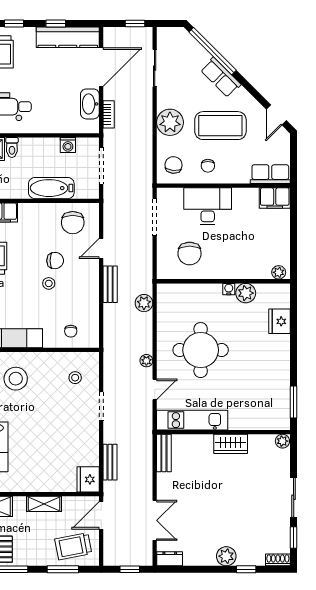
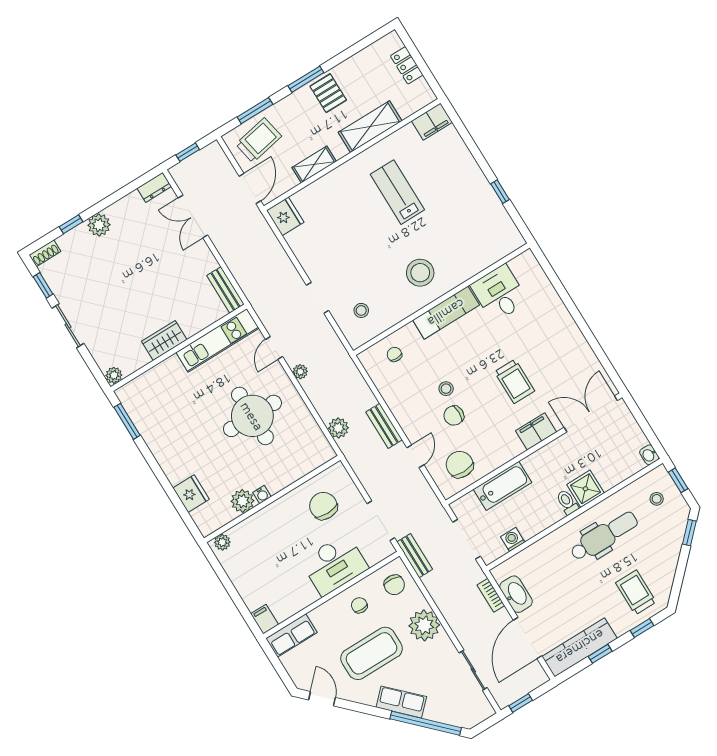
filing cabinet: (275, 198) -> (265, 619), width x0.50
bench: (110, 462) -> (415, 556), moved

